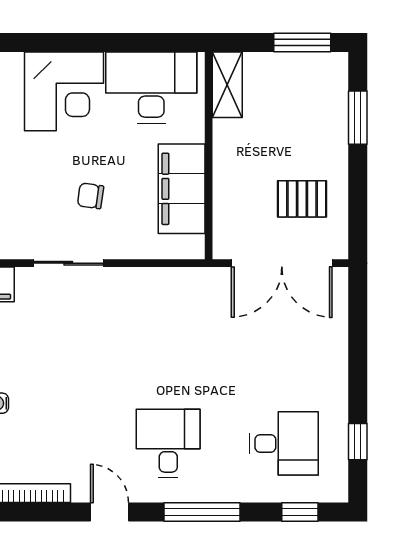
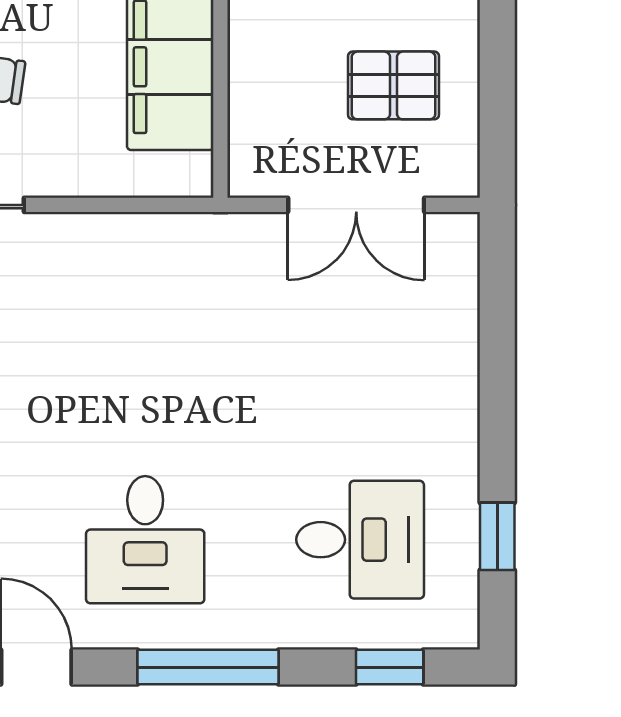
double door: (282, 263) -> (356, 205), width x0.73
desk: (168, 443) -> (145, 540), turned 180

